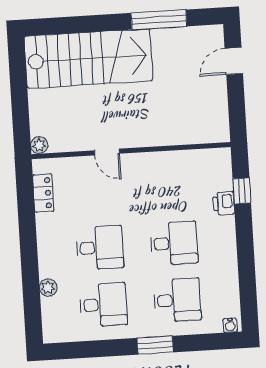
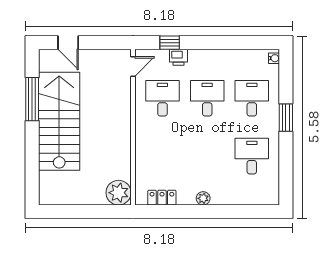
stairs: (88, 59) -> (59, 121), moved
plant: (39, 145) -> (119, 193), width x1.88, depth x1.88
door: (107, 152) -> (133, 66), moved
desk: (100, 248) -> (162, 98), moved
plant: (48, 288) -> (203, 198), moved

